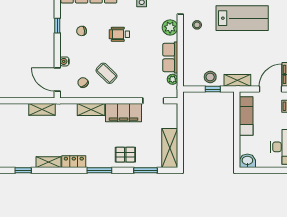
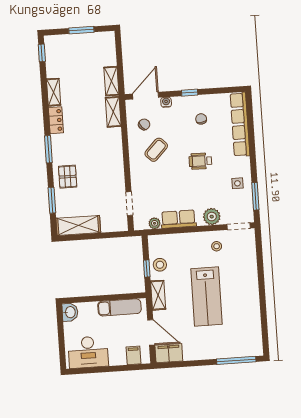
lab bench: (242, 18) -> (206, 296), moved
window: (57, 26) -> (190, 93), moved
wheelchair: (119, 34) -> (200, 161), turned -89
shelving: (91, 110) -> (113, 112), moved
filing cabinet: (124, 113) -> (114, 172), removed
window: (23, 170) -> (42, 53), moved

